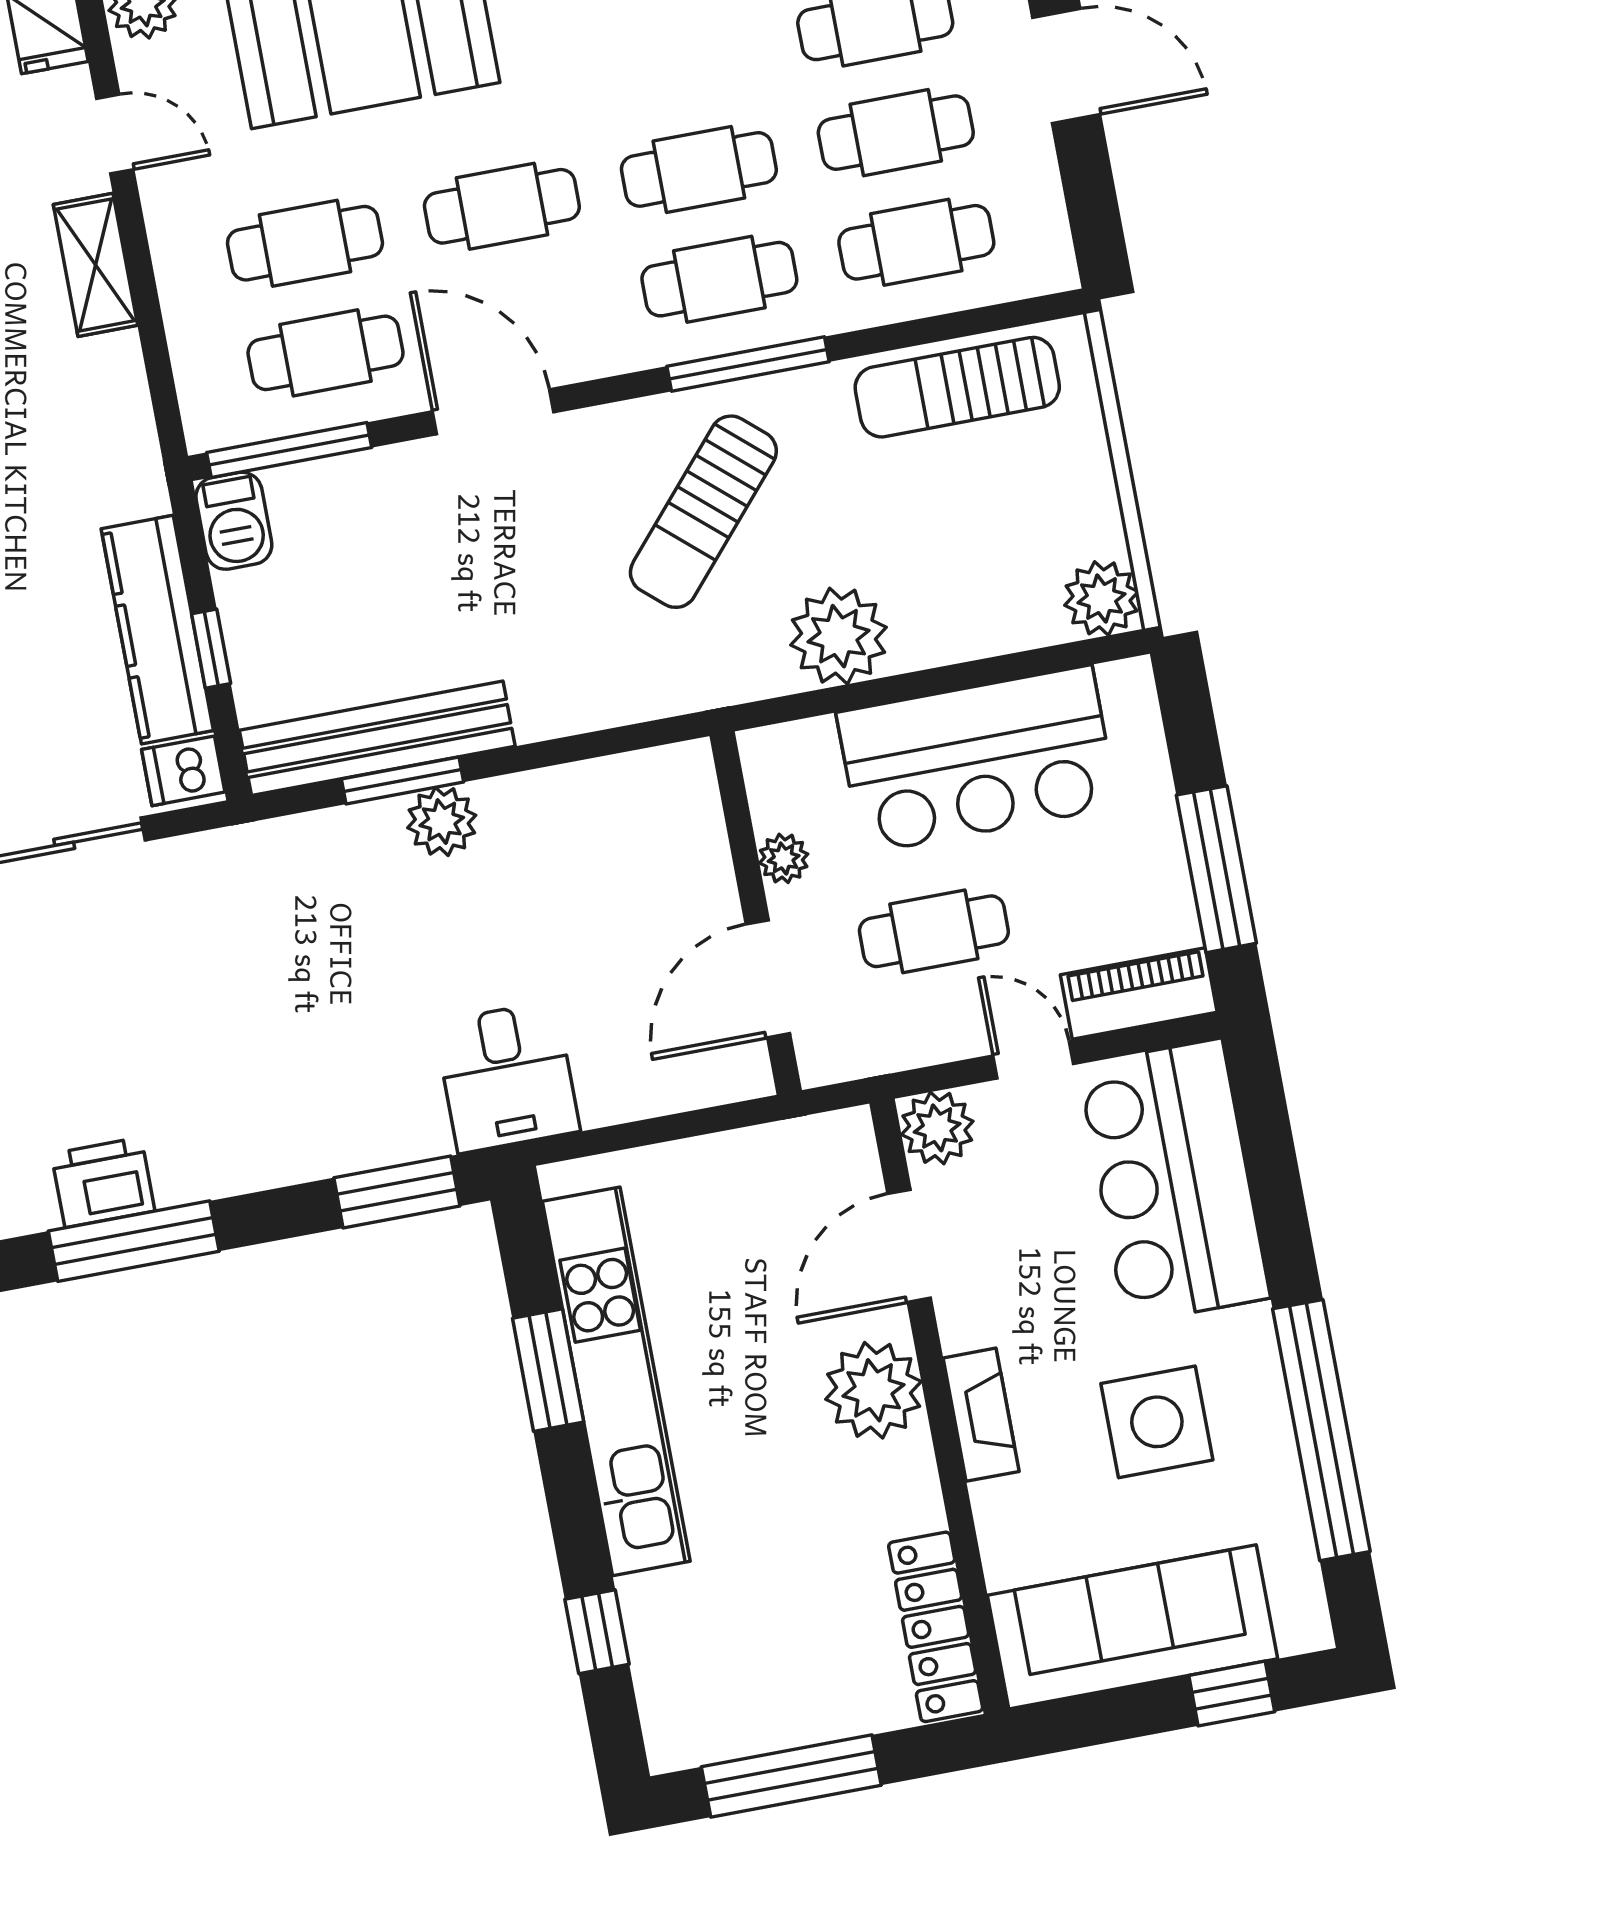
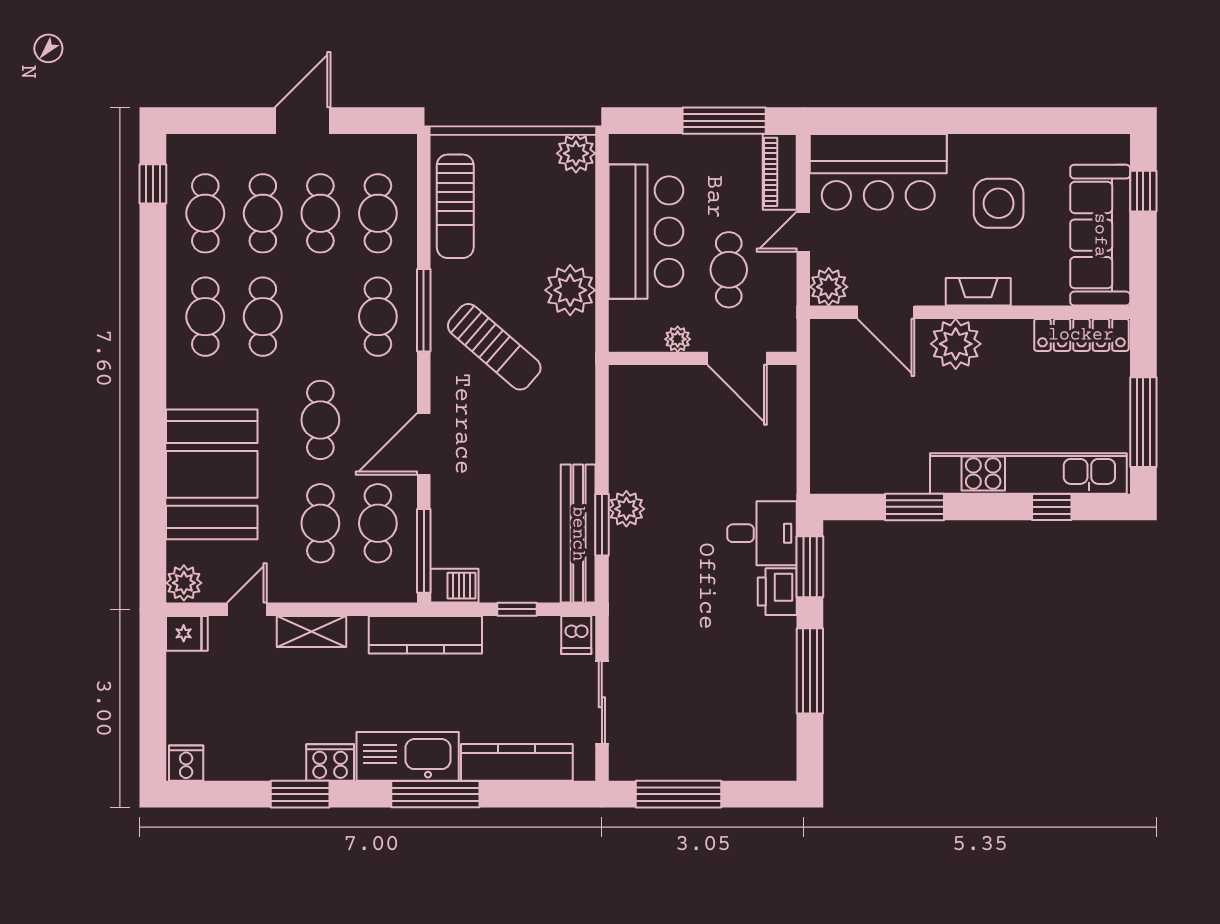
cafe table: (699, 169) -> (263, 317), moved
kitchen counter: (157, 630) -> (425, 635), moved
desk: (507, 1077) -> (762, 533), moved
printer: (103, 1182) -> (777, 592), moved
window: (134, 1241) -> (810, 671), moved
kitchen unit: (616, 1381) -> (1028, 473), moved
window: (1321, 1430) -> (1018, 121), removed

